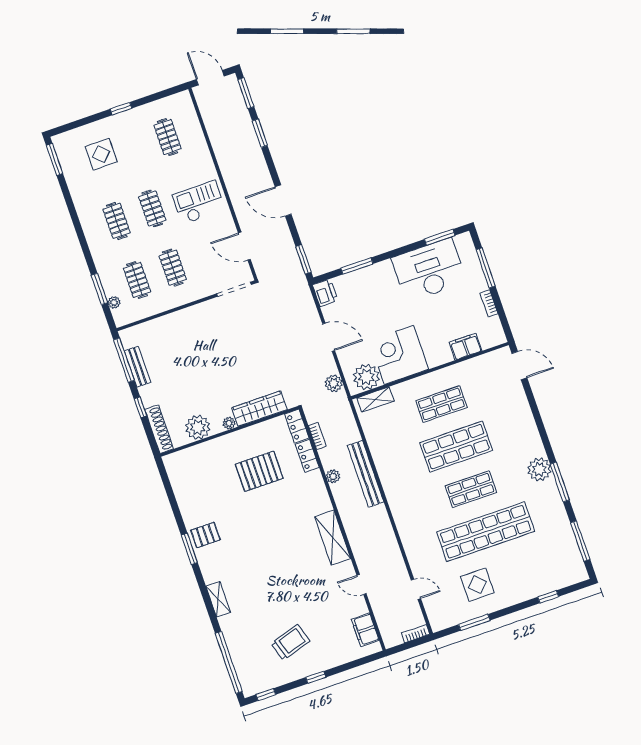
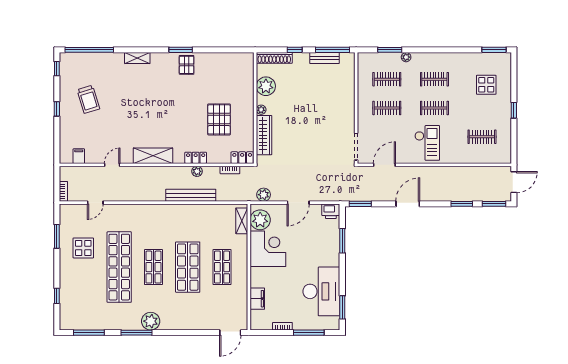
plant: (114, 302) -> (406, 57), moved
locker: (307, 456) -> (196, 158), moved
filing cabinet: (365, 630) -> (79, 156), width x0.50

